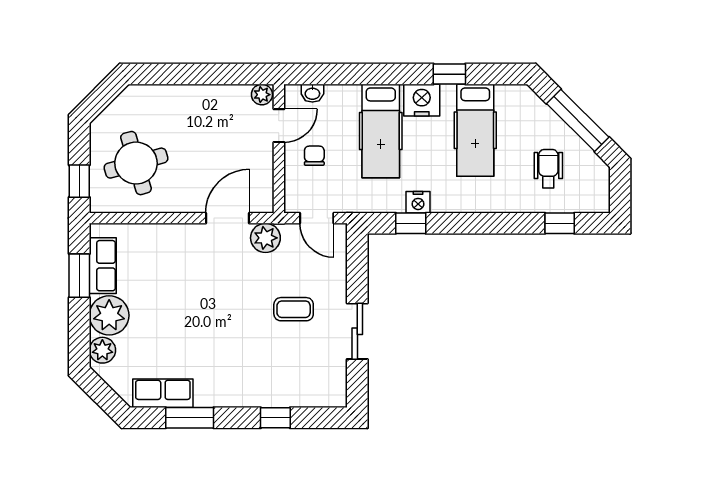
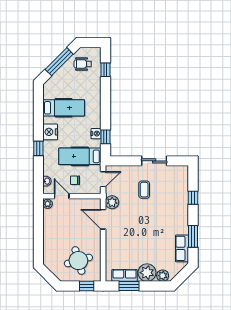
window: (449, 74) -> (38, 148), moved
hospital bed: (381, 131) -> (80, 156), moved, turned 180
wheelchair: (548, 169) -> (83, 64), moved

